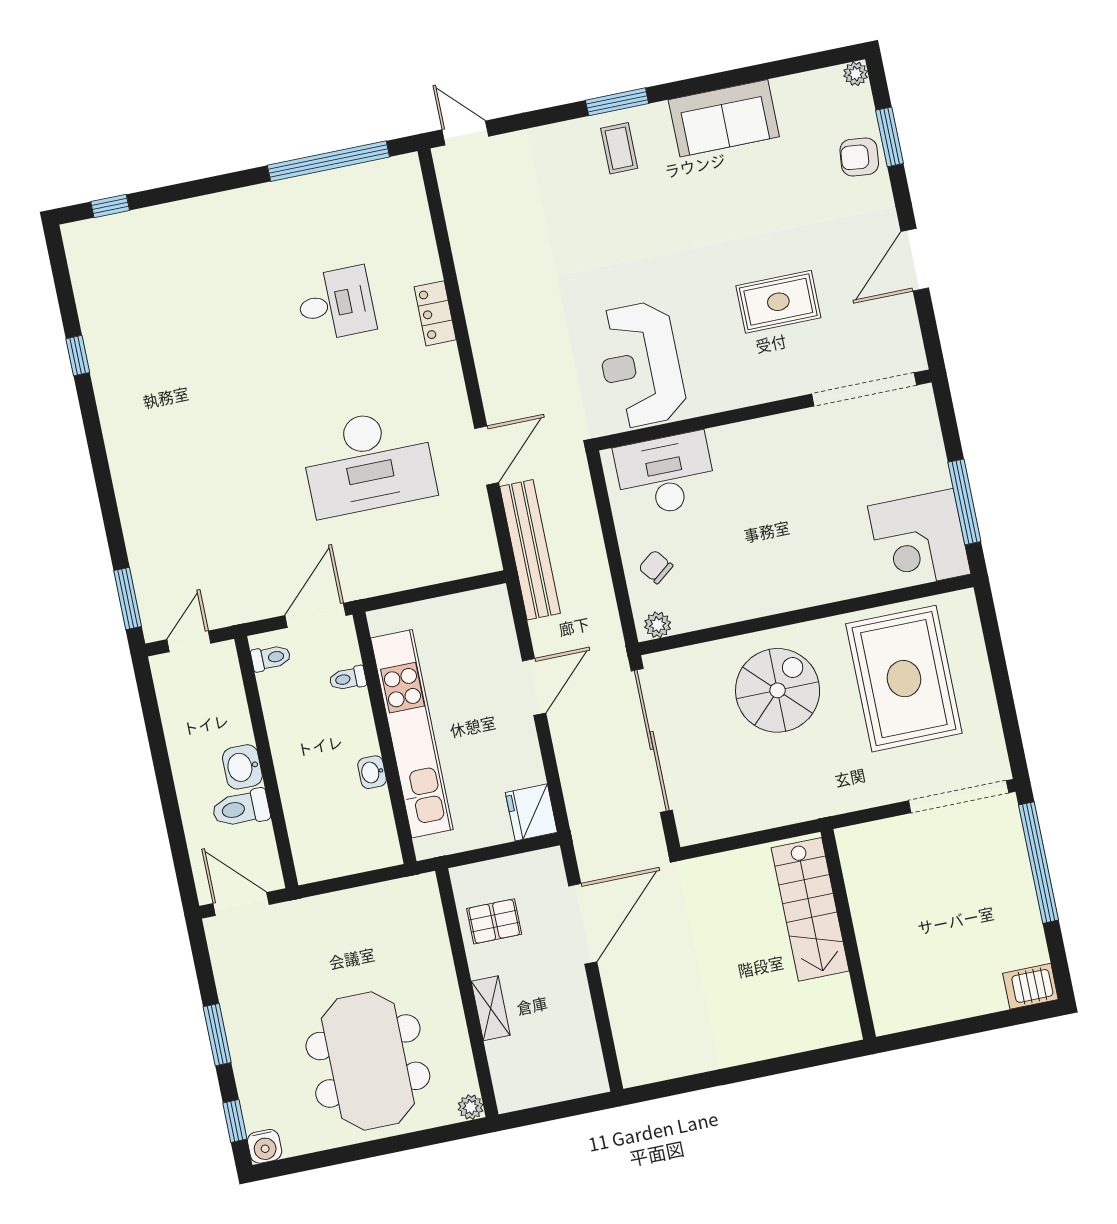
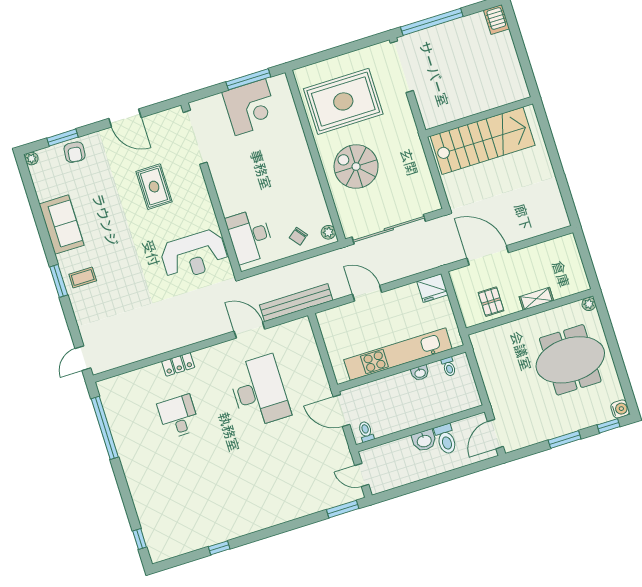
corner desk: (919, 540) -> (250, 107), moved
toilet: (348, 679) -> (449, 367), moved
stairs: (810, 909) -> (483, 141), width x1.36, depth x1.51

